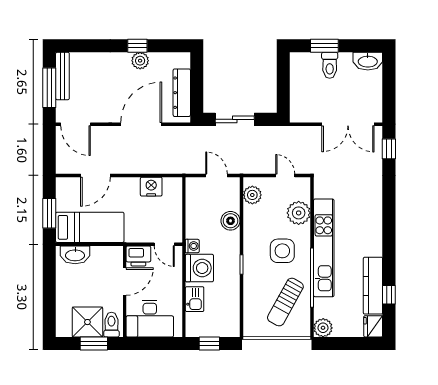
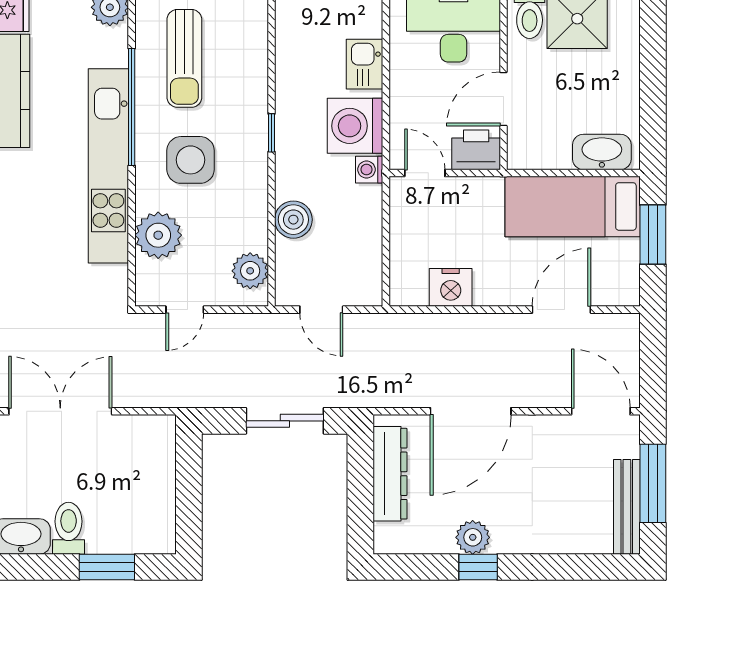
toilet: (330, 65) -> (69, 528), moved
door: (285, 175) -> (185, 310), hinge flipped
sun lounger: (285, 302) -> (184, 58), turned 151

